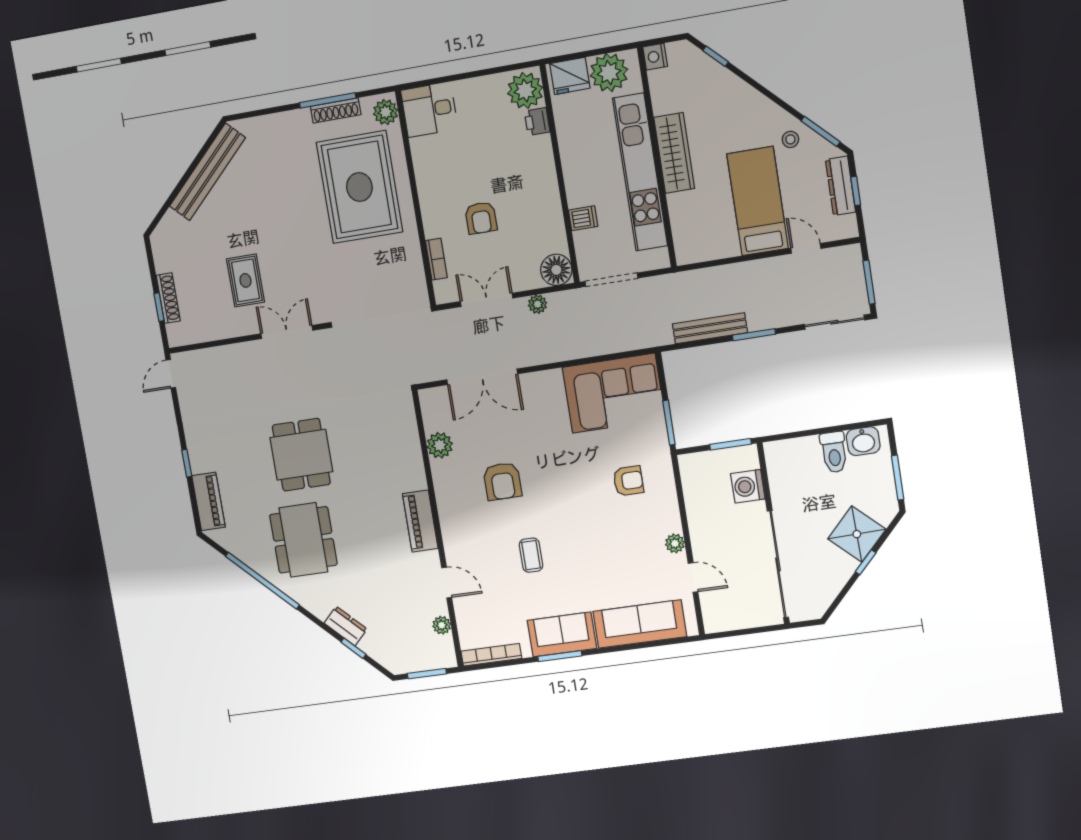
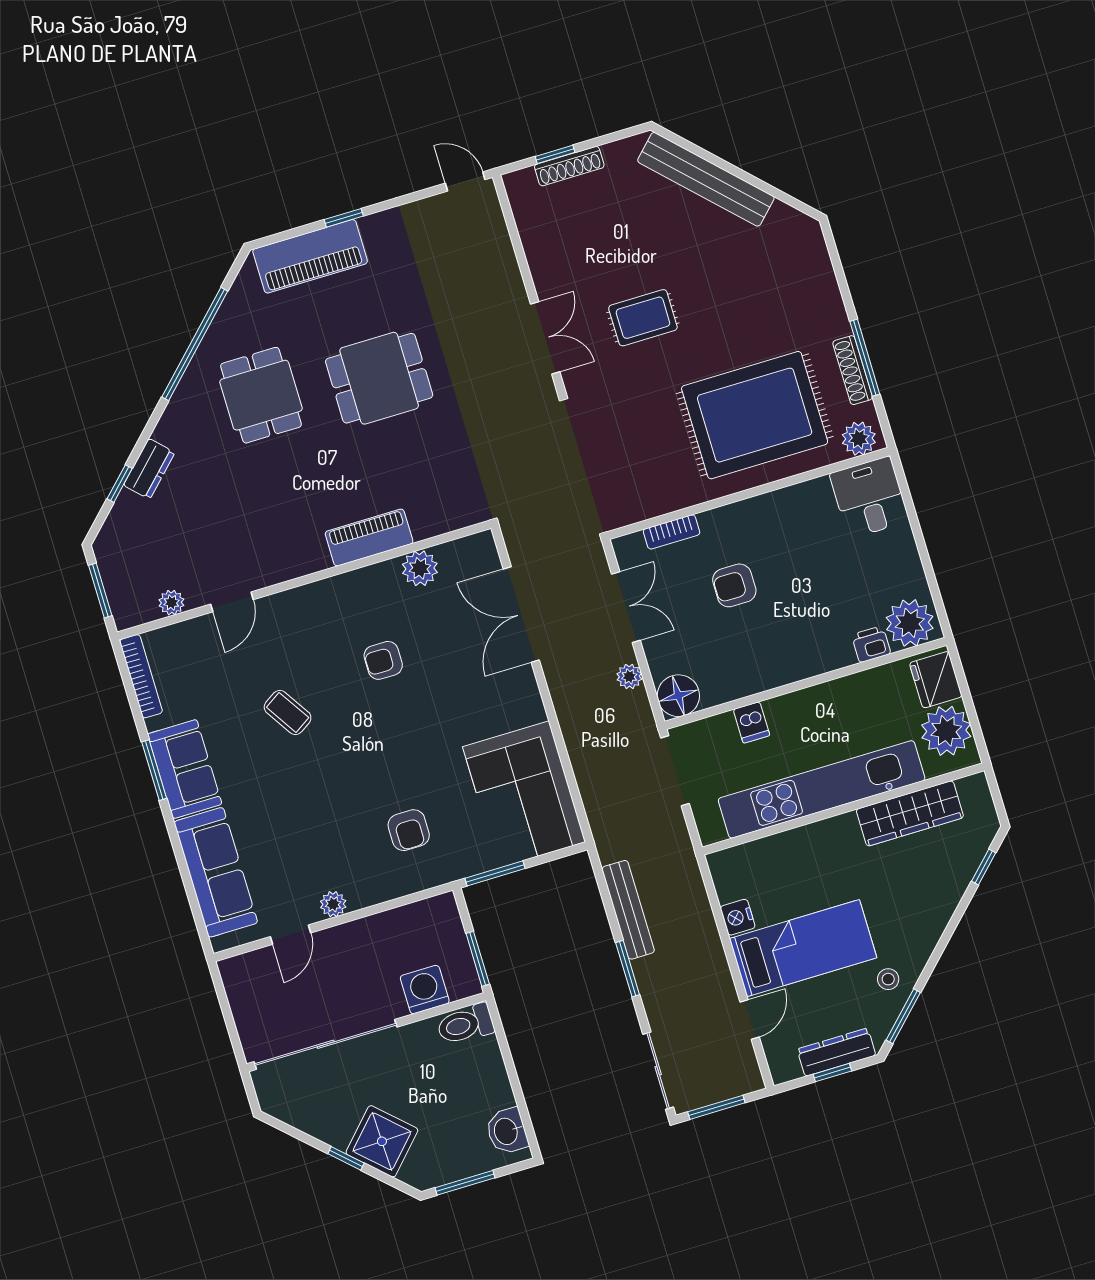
nightstand: (655, 57) -> (738, 917), moved, turned -90
wardrobe: (674, 153) -> (910, 813), moved
bench: (207, 172) -> (706, 179), moved
rug: (245, 280) -> (643, 318), moved
toilet: (834, 452) -> (465, 1024), moved
armchair: (502, 481) -> (383, 660), width x0.72, depth x0.72
piano: (209, 501) -> (310, 256), width x1.37, depth x1.33
piano: (420, 521) -> (369, 538), moved
dining table: (303, 540) -> (261, 395), width x0.73
coffee table: (531, 555) -> (288, 712), turned 57

